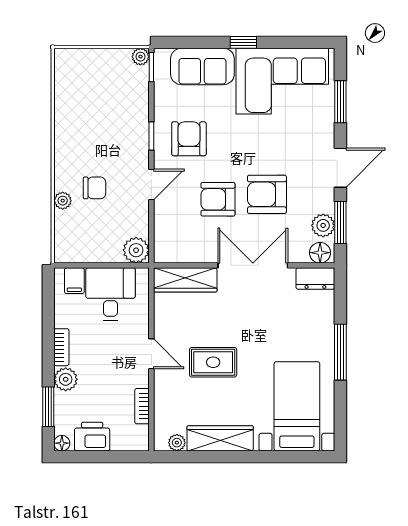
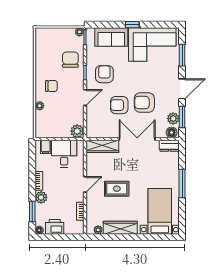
chair: (123, 111) -> (70, 60), added
chair: (94, 188) -> (51, 86), moved
door: (151, 354) -> (85, 184), hinge flipped

